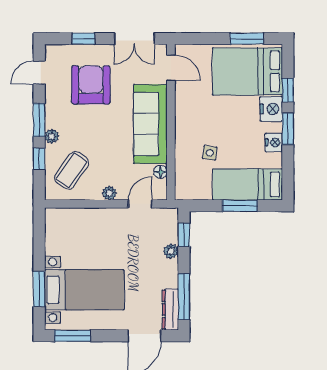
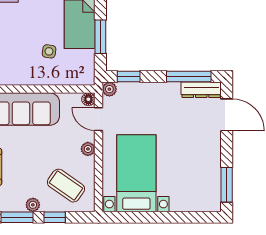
floor lamp: (160, 172) -> (88, 99), moved
window: (240, 206) -> (100, 37), moved
plant: (171, 251) -> (109, 89), moved
window: (39, 289) -> (181, 217), removed
bed with nightstands: (84, 290) -> (136, 173), moved

